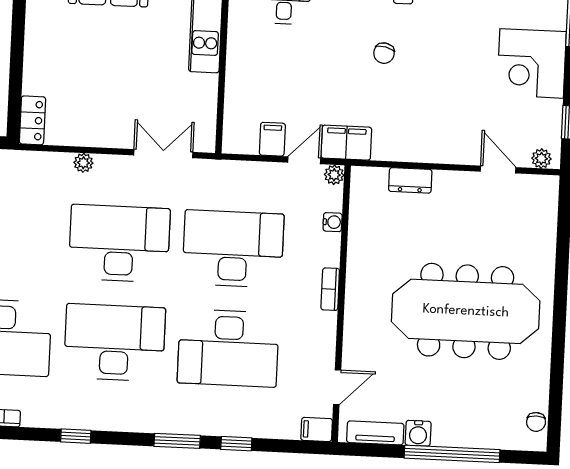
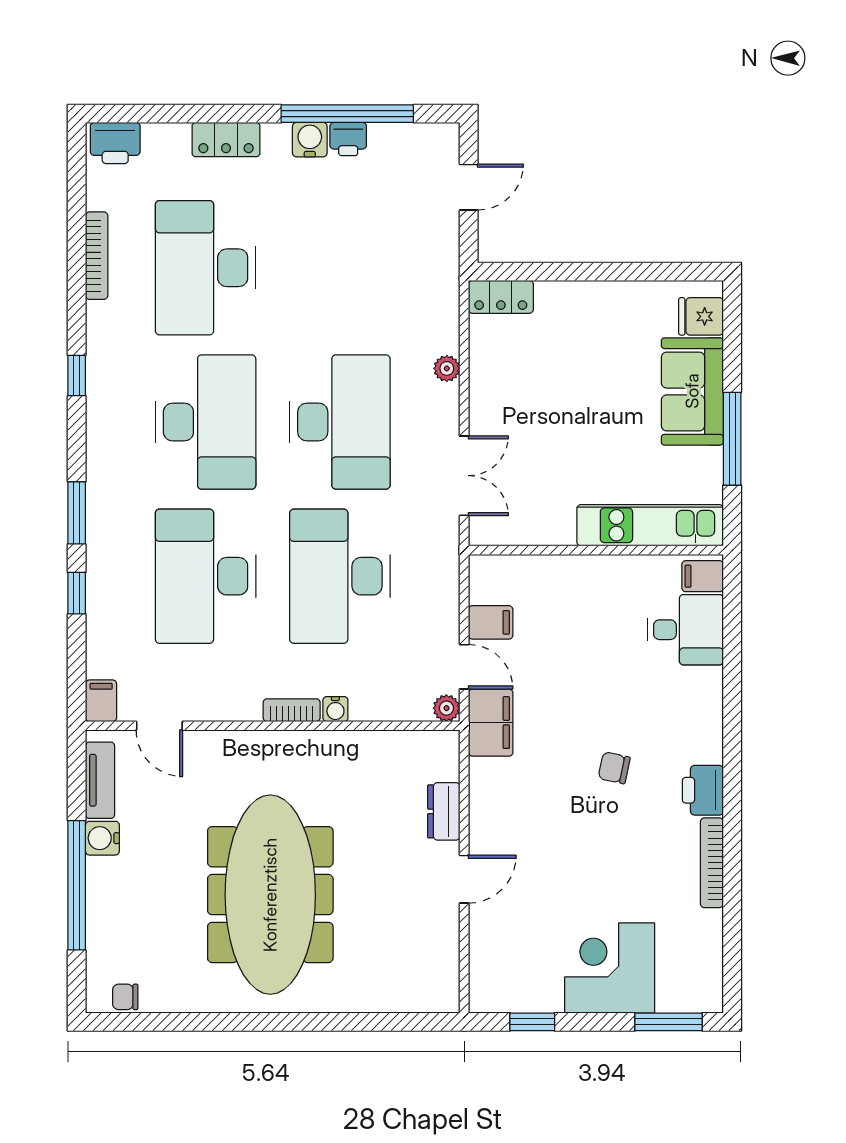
plant: (541, 158) -> (482, 987), removed
door: (498, 169) -> (464, 879), moved
water cooler: (333, 222) -> (335, 709), moved
desk: (233, 249) -> (340, 576), turned 180

